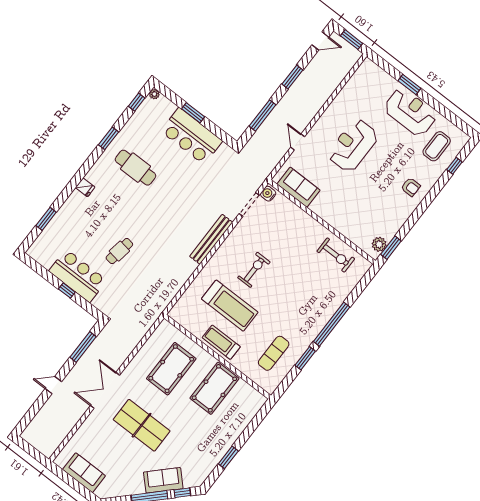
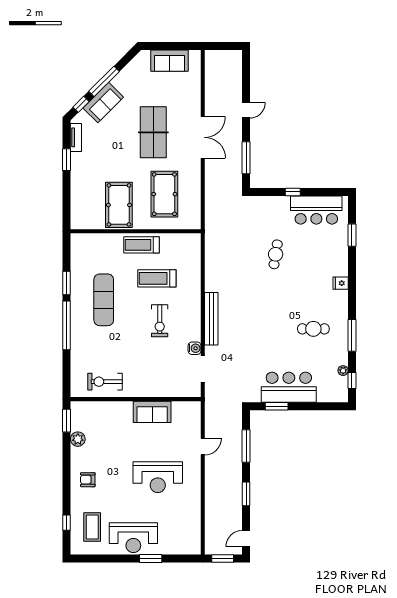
plant: (154, 94) -> (343, 371), moved
window: (193, 113) -> (277, 406), moved
window: (109, 138) -> (352, 335), width x1.44
door: (298, 142) -> (203, 446), hinge flipped
reception desk: (353, 145) -> (158, 477), turned 90
cafe table: (135, 168) -> (313, 329), width x0.73, depth x0.74
sofa: (298, 187) -> (152, 412), moved
water cooler: (268, 194) -> (195, 348), moved
plant: (379, 244) -> (78, 439), moved
bar counter: (78, 276) -> (316, 210), moved
treadmill: (230, 306) -> (157, 278), width x0.73, depth x0.73
treadmill: (221, 342) -> (142, 245), turned 180
exercise mat: (274, 353) -> (104, 300), moved, width x1.36, depth x1.45
table tennis table: (142, 425) -> (153, 132), turned 90
tv unit: (207, 469) -> (76, 137), added

